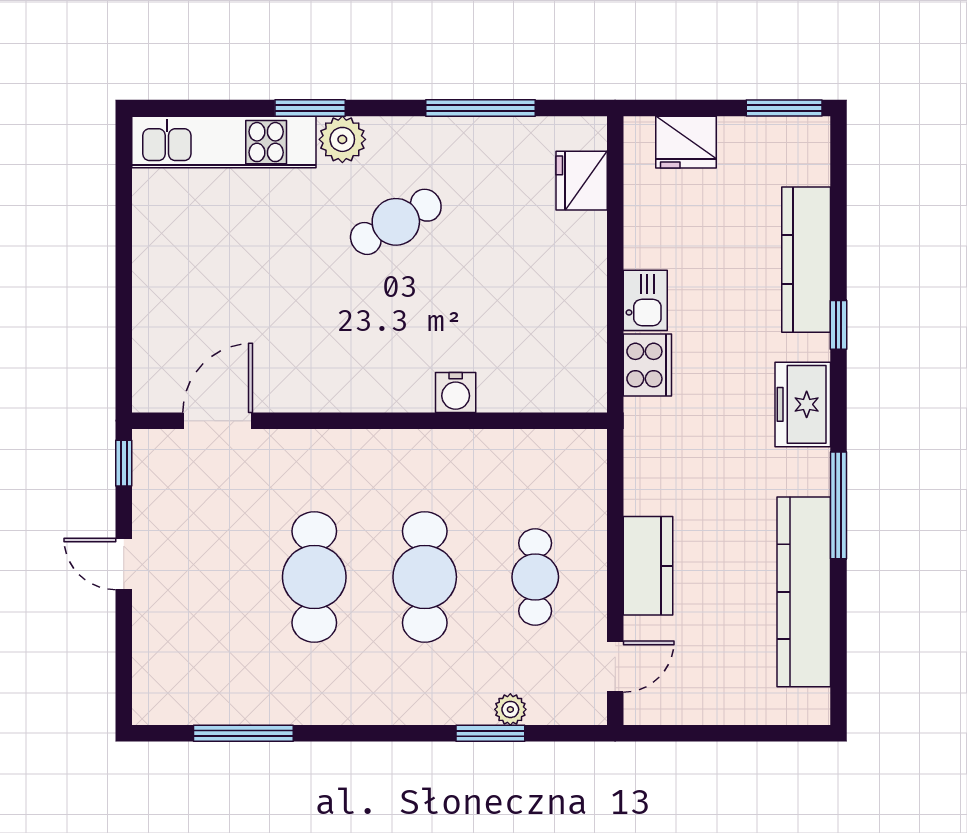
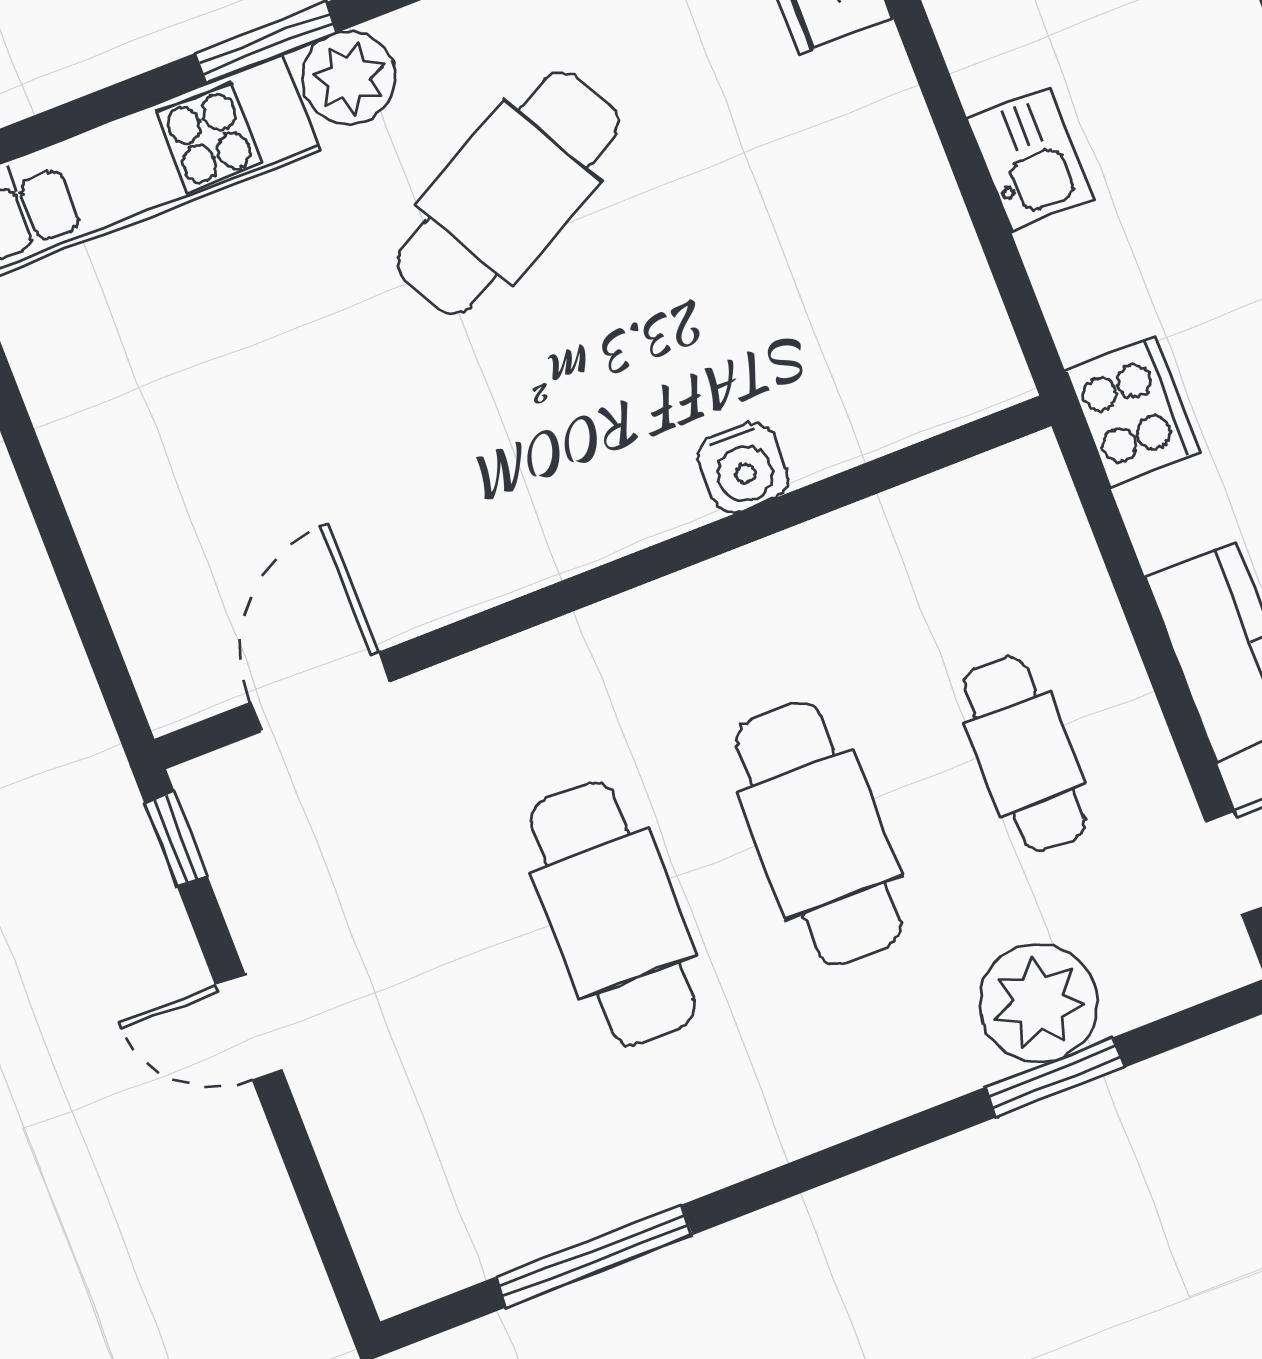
cafe table: (396, 222) -> (508, 193), width x1.37, depth x1.35
cooker: (647, 365) -> (1132, 411), moved
plant: (510, 709) -> (1038, 1003), width x1.88, depth x1.88

